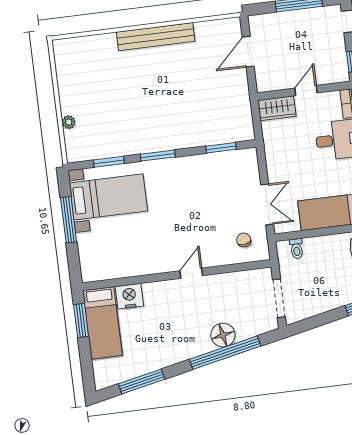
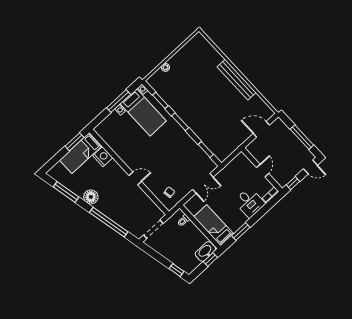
door: (306, 91) -> (263, 171), hinge flipped
wardrobe: (277, 108) -> (244, 163), removed
double door: (267, 204) -> (203, 183), moved
floor lamp: (223, 335) -> (91, 197), moved

